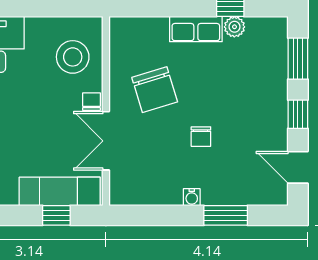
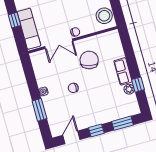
stool: (73, 57) -> (104, 16), moved
chair: (155, 90) -> (89, 60), turned 121
double door: (106, 141) -> (59, 44), swing flipped
window: (56, 215) -> (14, 20), moved

